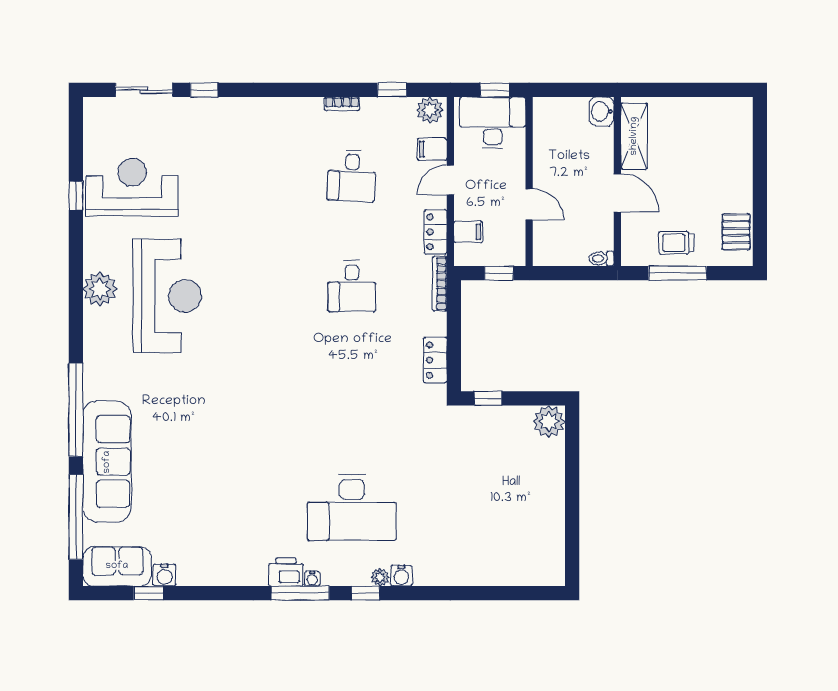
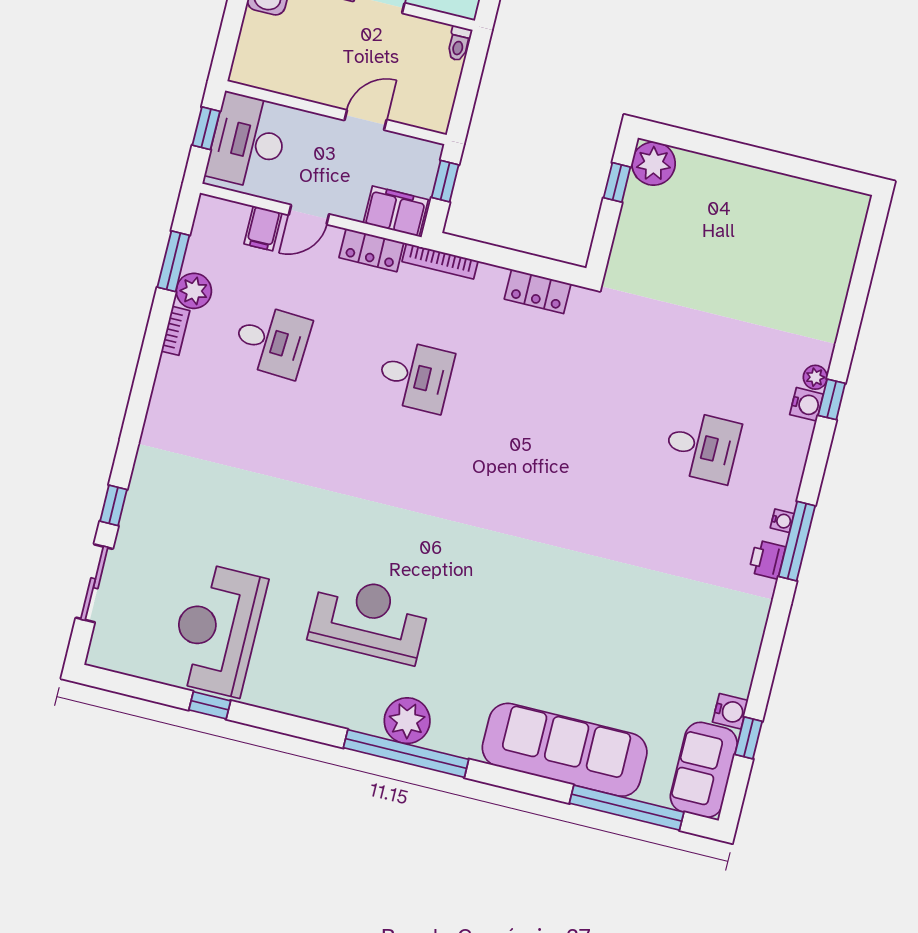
window: (392, 90) -> (173, 261), width x1.50
plant: (430, 110) -> (194, 291), moved
door: (450, 180) -> (309, 215), hinge flipped
filing cabinet: (468, 232) -> (396, 211), width x2.00
plant: (100, 289) -> (407, 721), moved
reception desk: (167, 296) -> (369, 619), width x0.74, depth x0.77
window: (488, 398) -> (617, 182), moved
window: (76, 410) -> (406, 754), moved
desk: (352, 507) -> (702, 447), width x0.53, depth x0.77
printer: (286, 572) -> (767, 560), width x0.73, depth x0.81
plant: (380, 577) -> (815, 377), moved
window: (366, 593) -> (832, 399), moved

